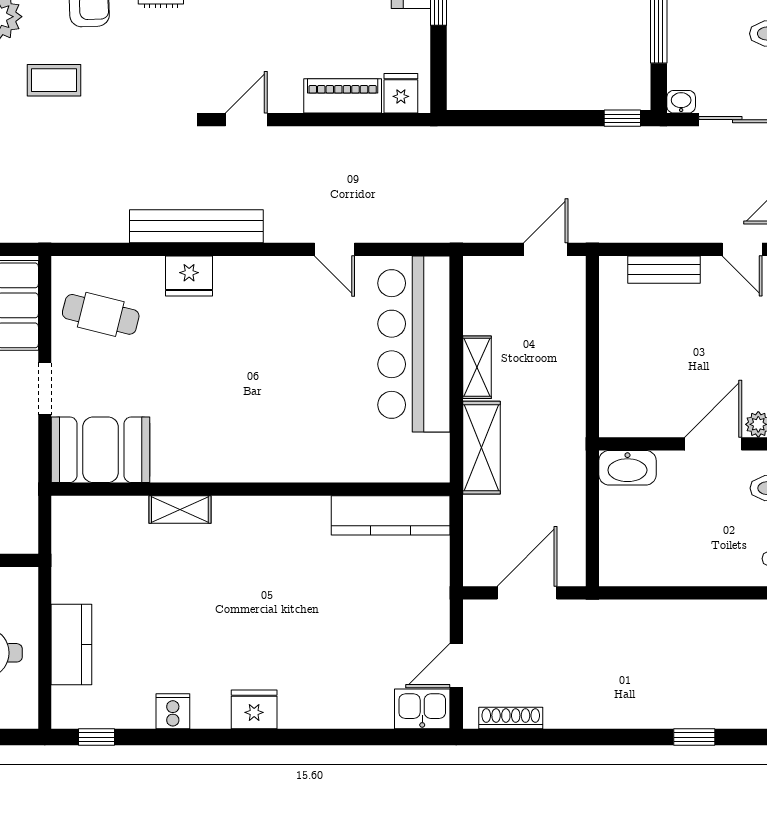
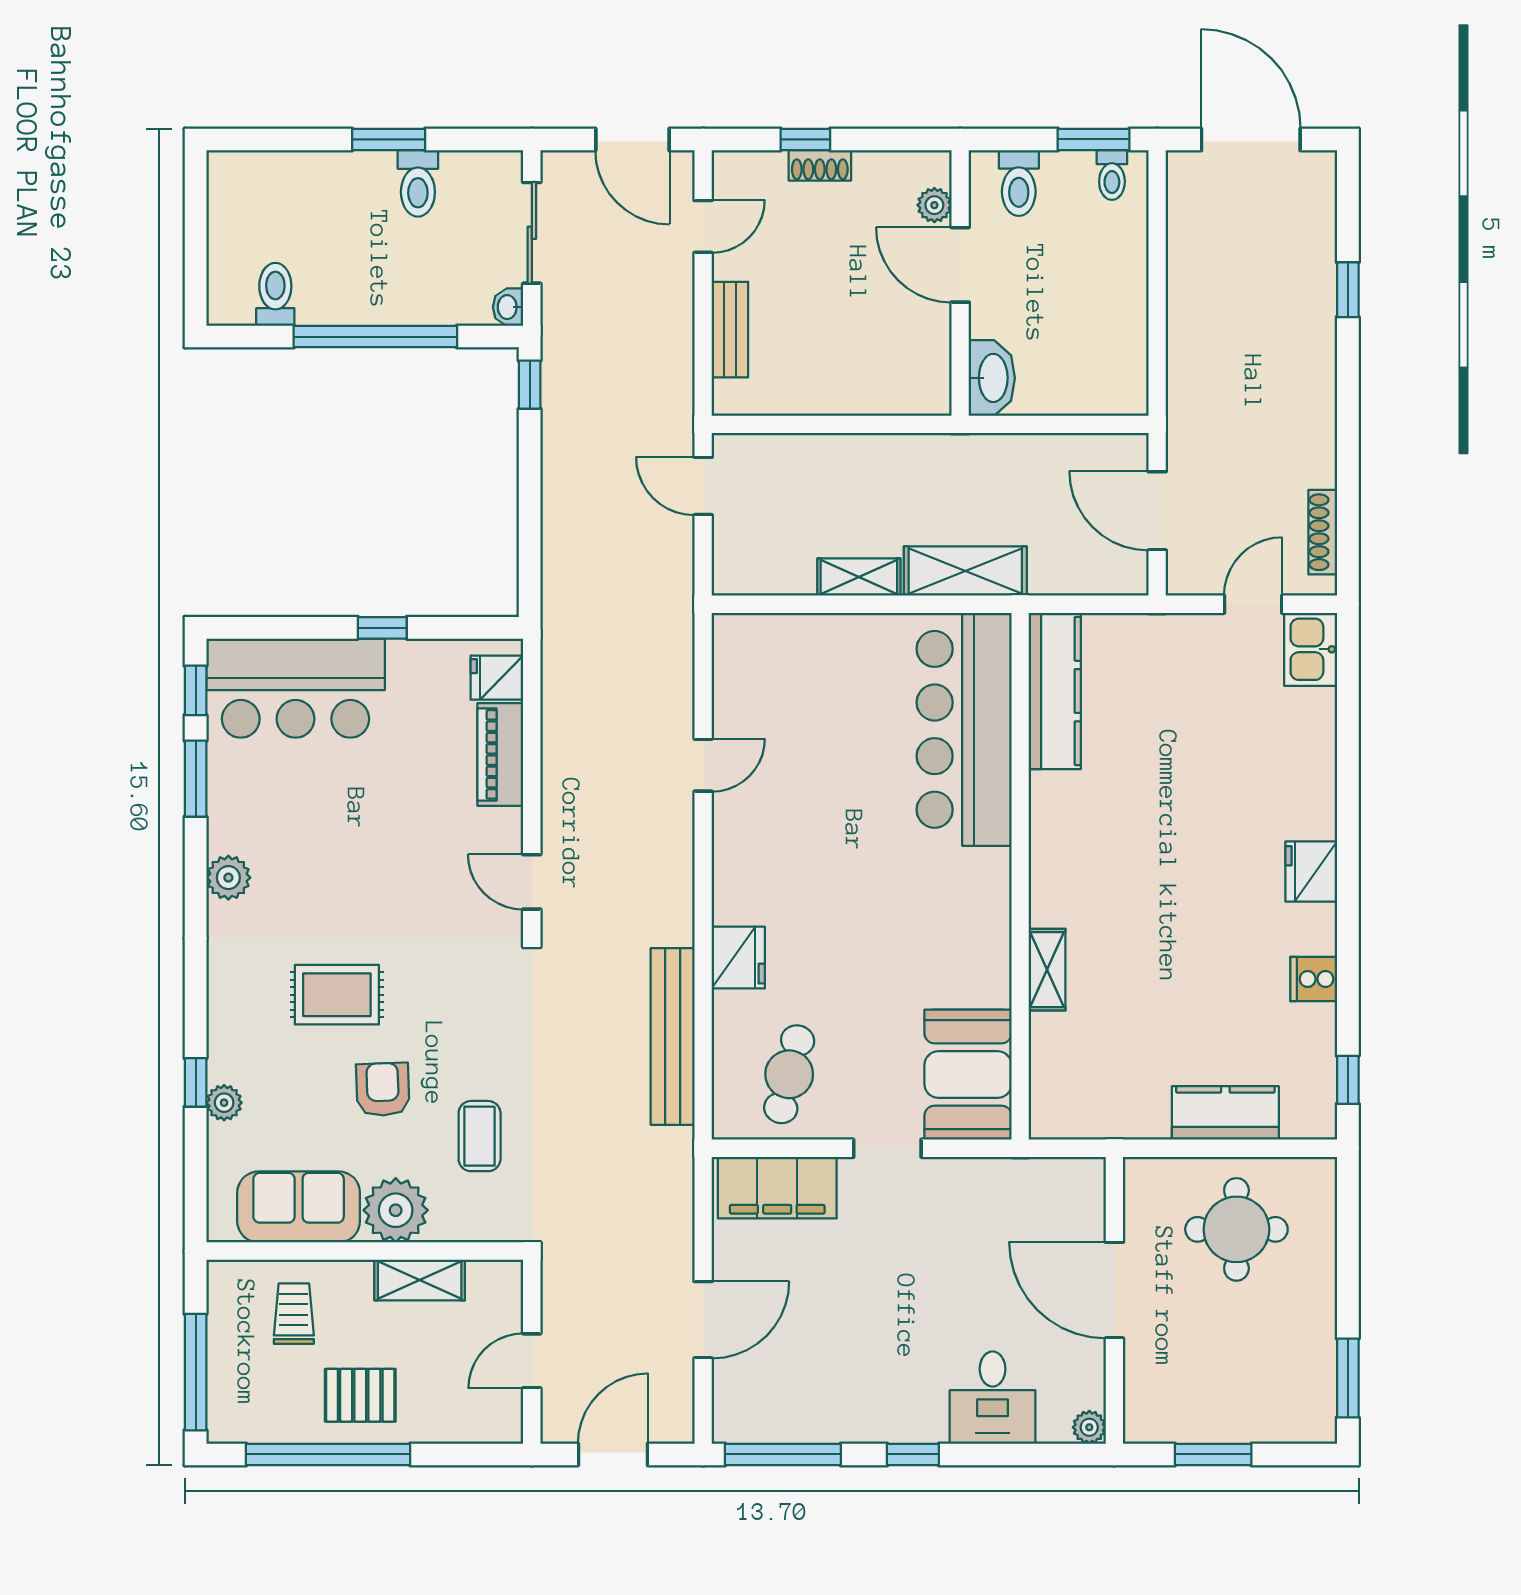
bench: (196, 226) -> (673, 1036), moved
bar counter: (414, 344) -> (964, 729), moved, turned 90
door: (456, 665) -> (1253, 604), swing flipped

